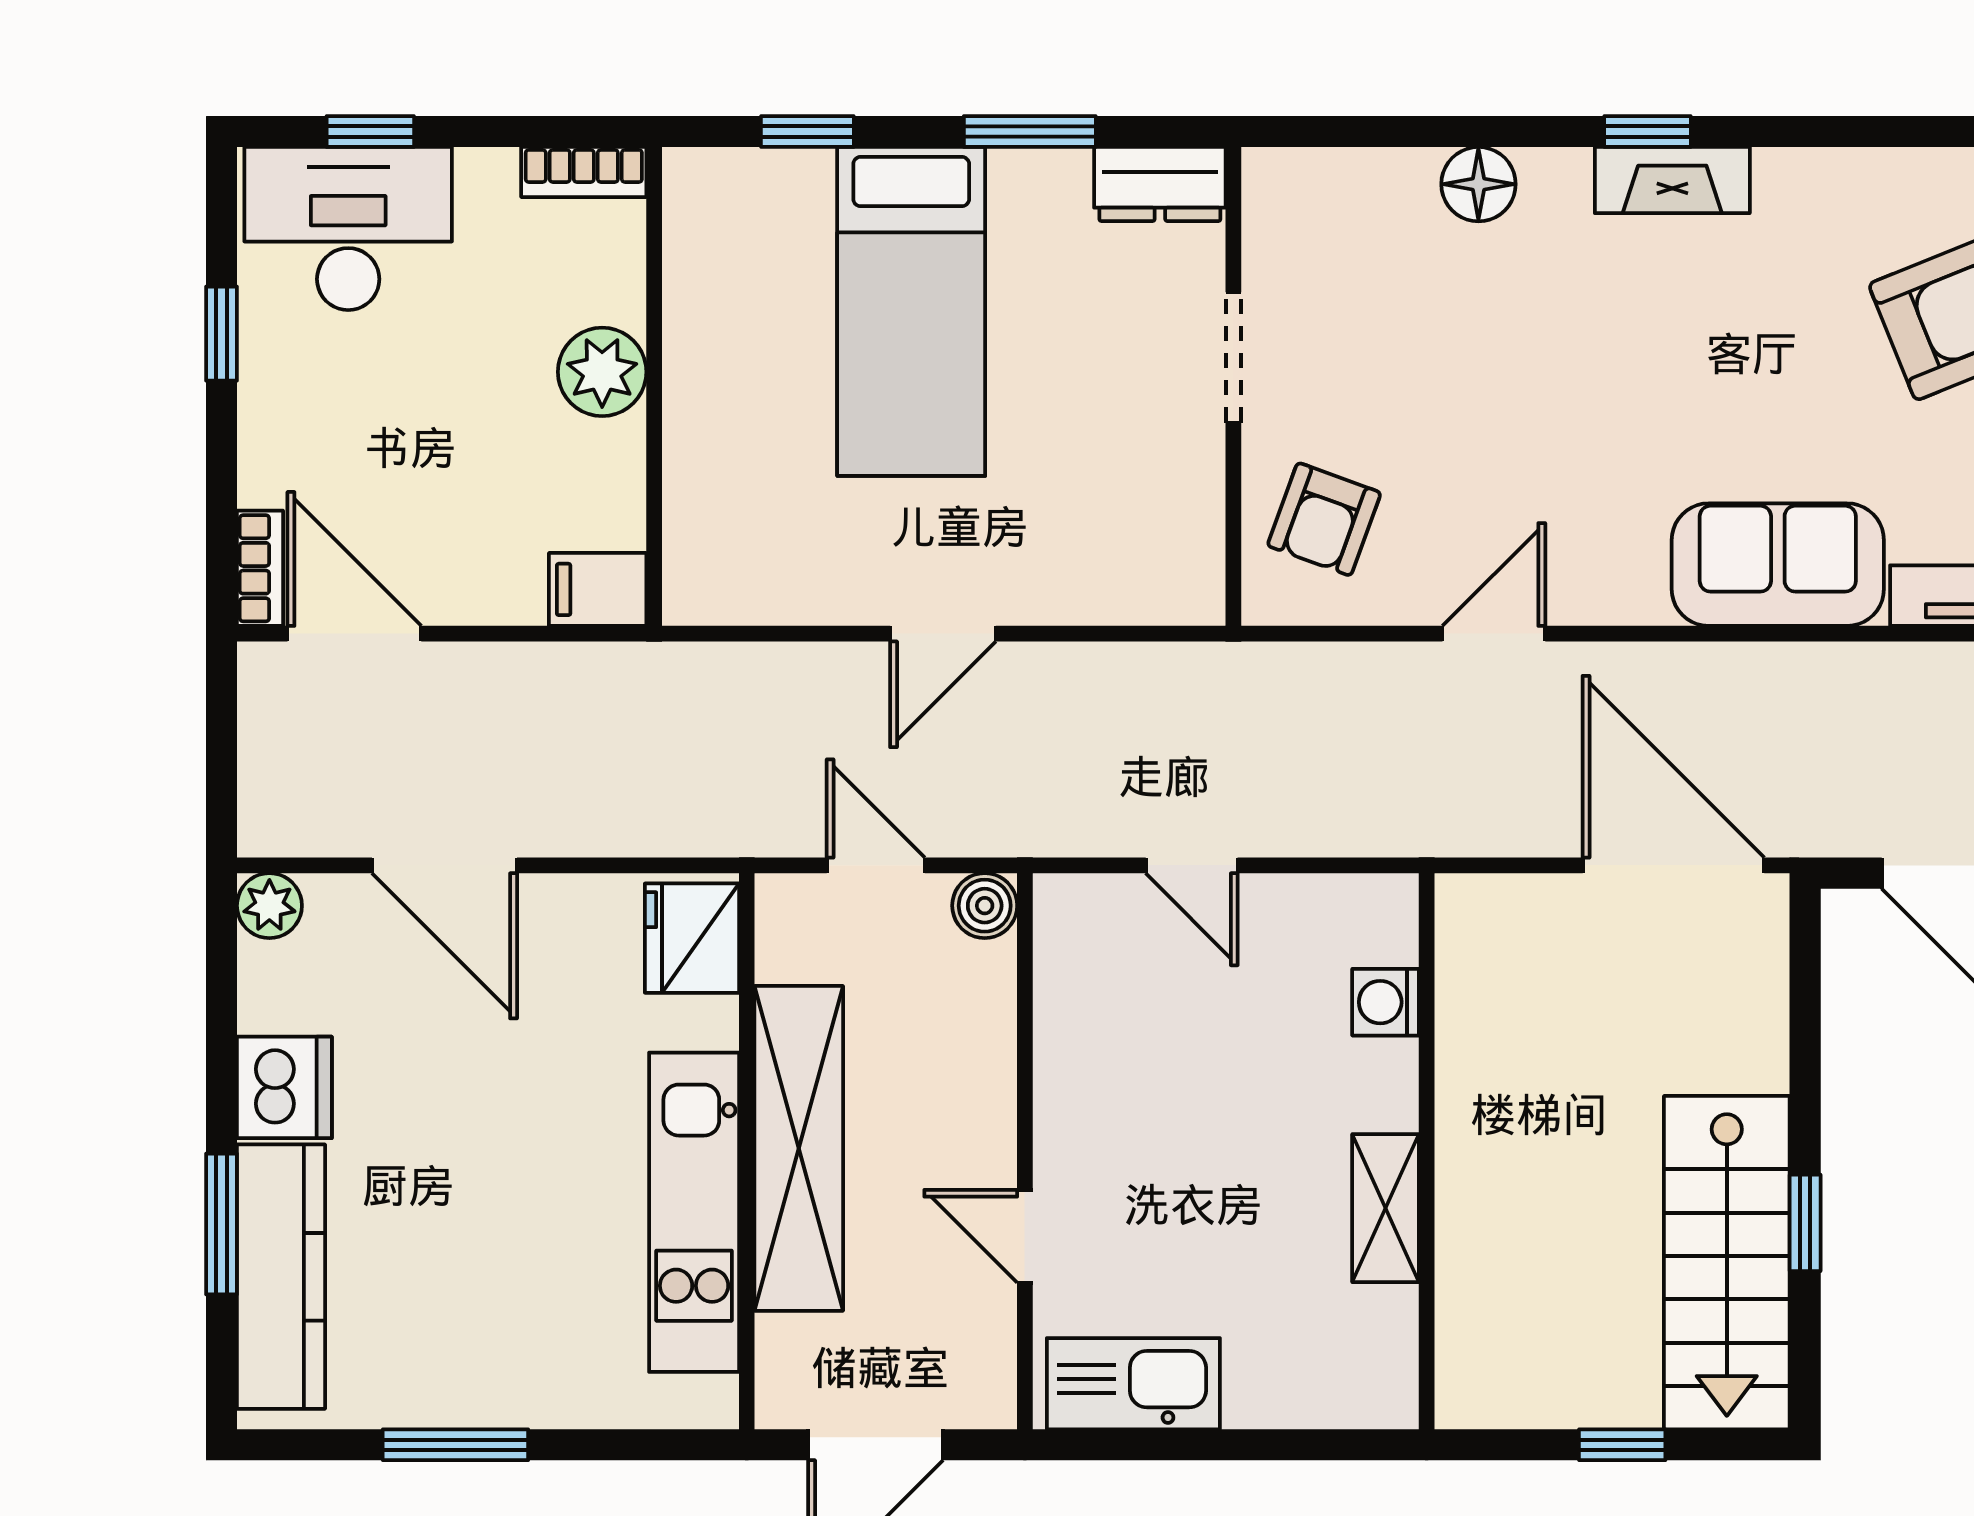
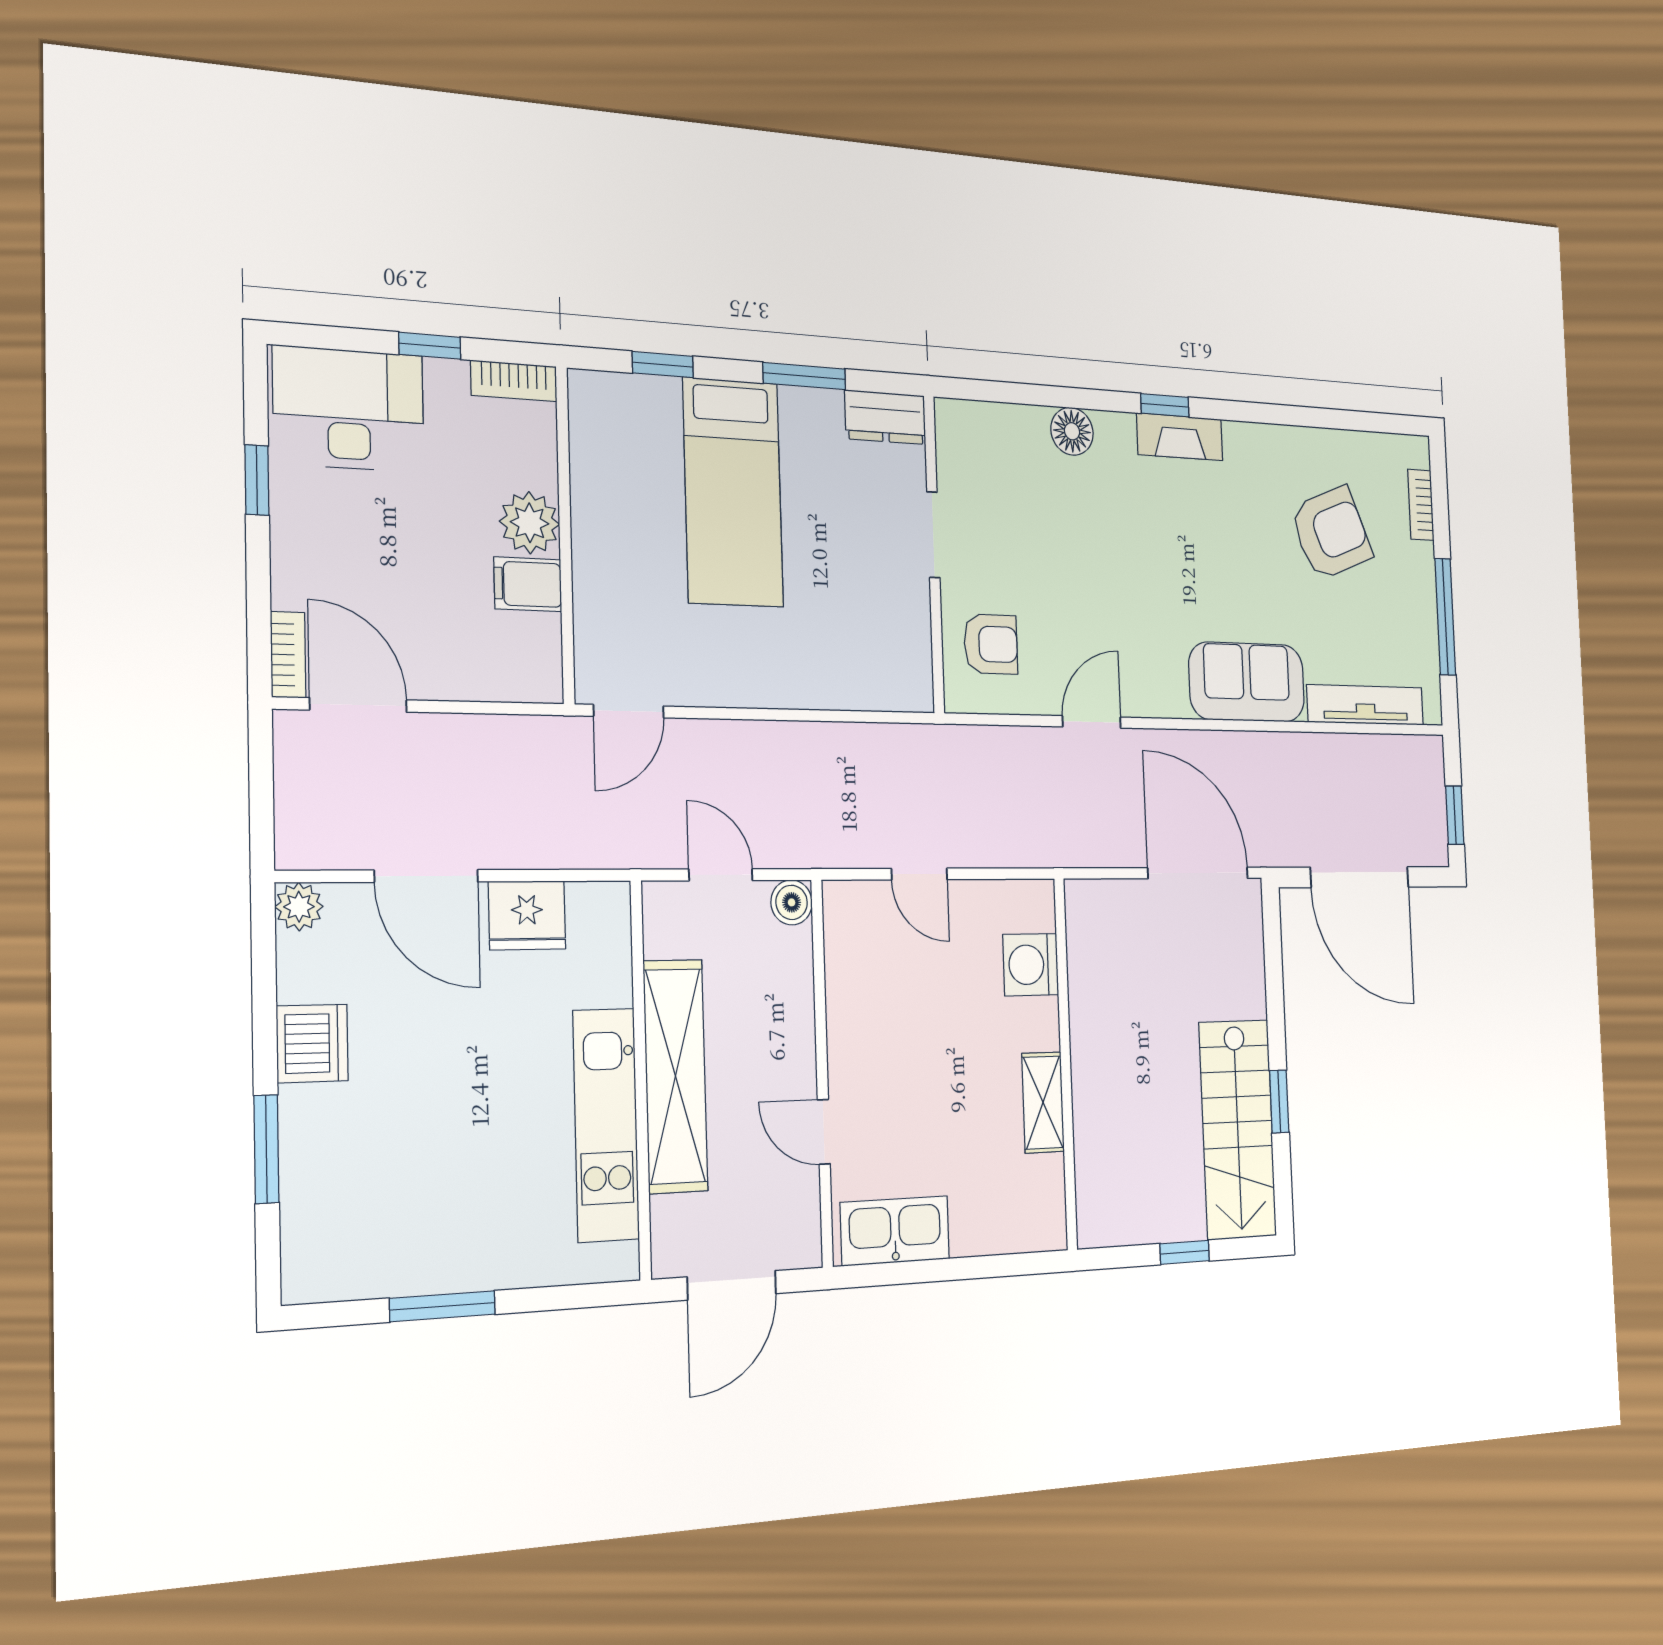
window: (370, 132) -> (430, 346), moved
armchair: (1324, 519) -> (991, 644), turned -110
filing cabinet: (598, 589) -> (528, 584), moved
door: (943, 634) -> (629, 711), moved
fridge: (692, 938) -> (527, 915), moved, turned -90
washing machine: (1386, 1002) -> (1031, 965), width x1.38, depth x1.38
kitchen counter: (281, 1277) -> (312, 1187), removed

